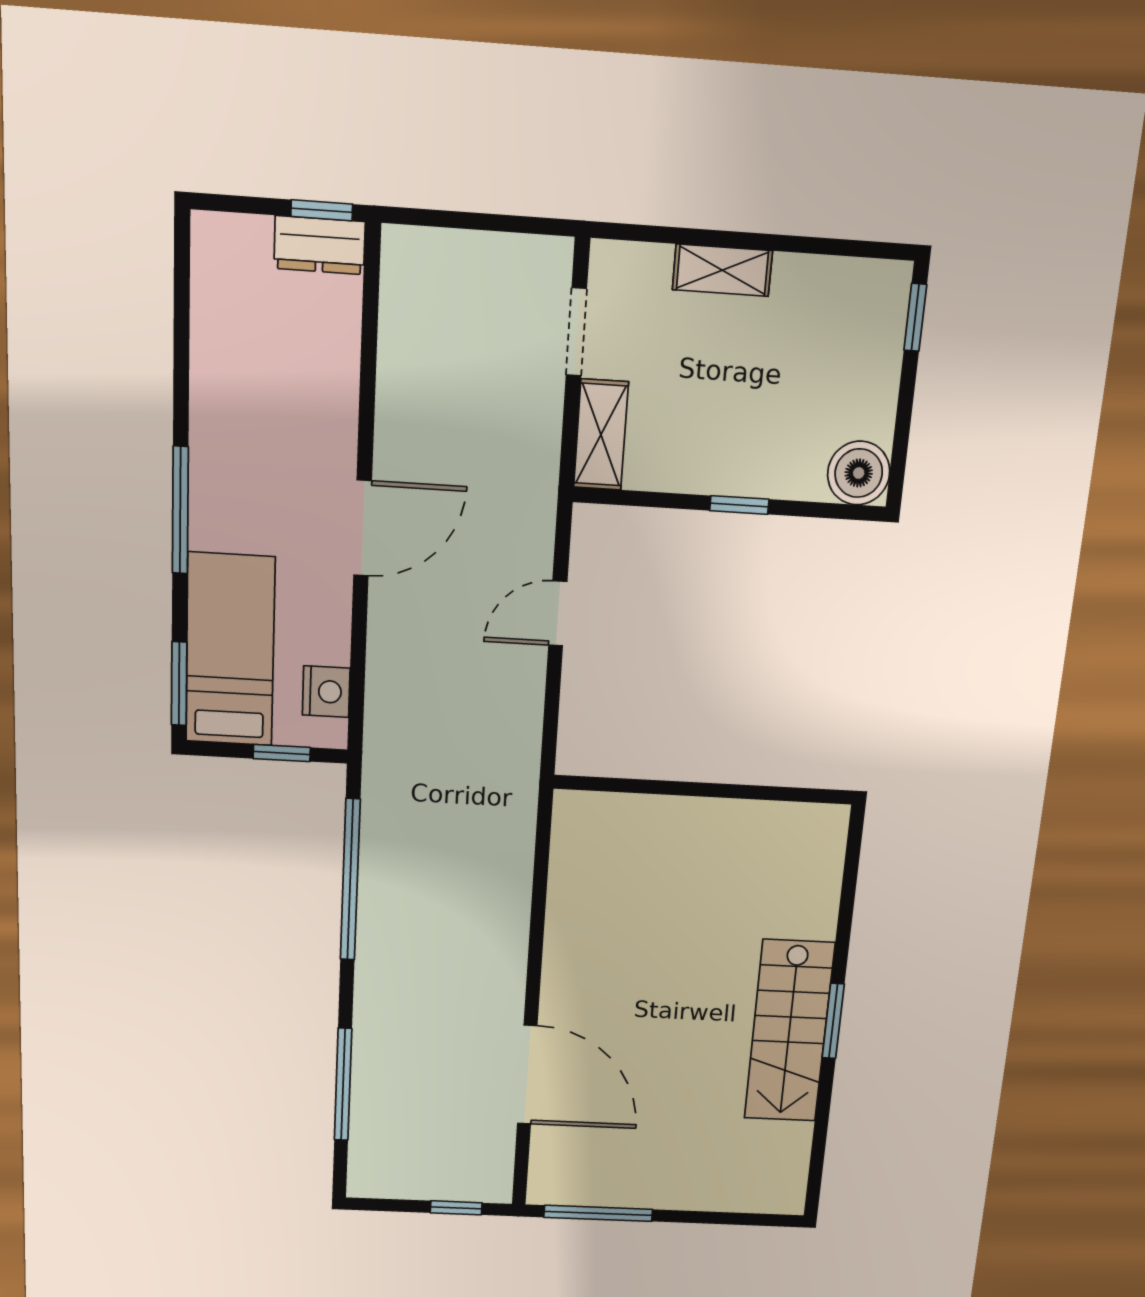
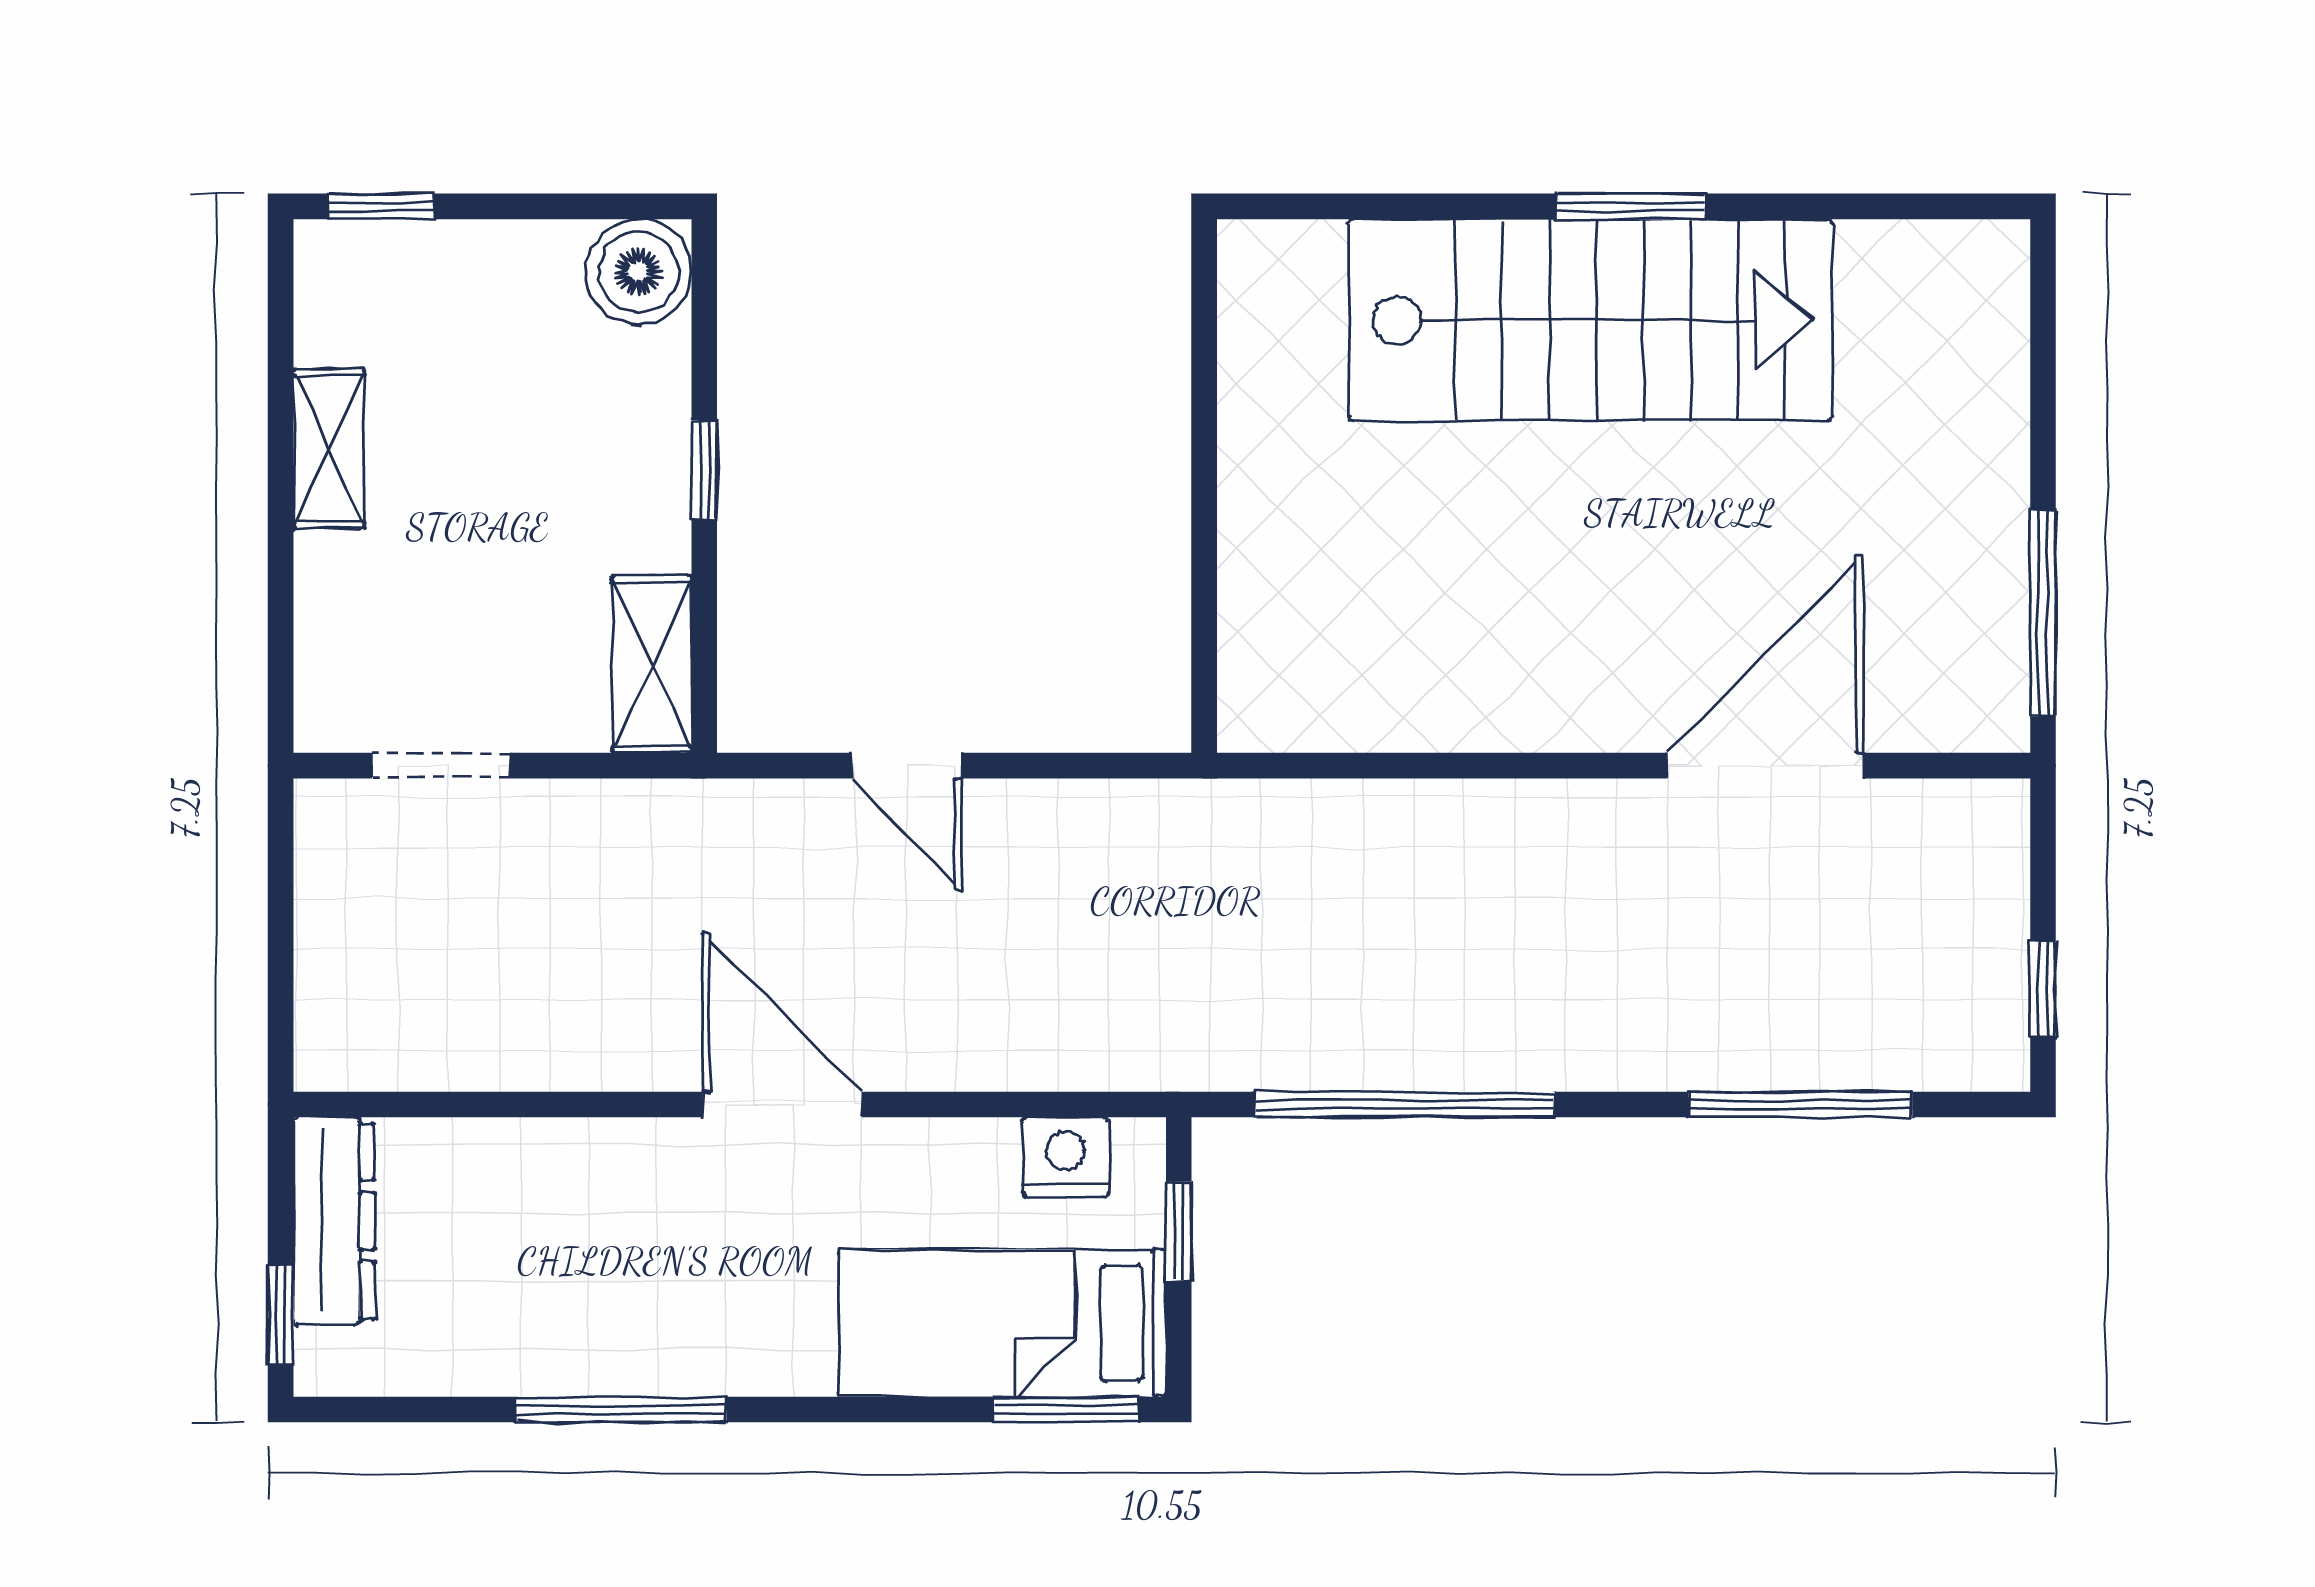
window: (322, 210) -> (281, 1315), moved
dresser: (320, 245) -> (334, 1221), width x1.44
shelving: (722, 270) -> (329, 449), moved
shelving: (601, 435) -> (652, 664), moved, turned 90
window: (180, 510) -> (621, 1410), moved
stairs: (789, 1031) -> (1591, 320), width x1.36, depth x1.51
window: (456, 1208) -> (2043, 989), moved

